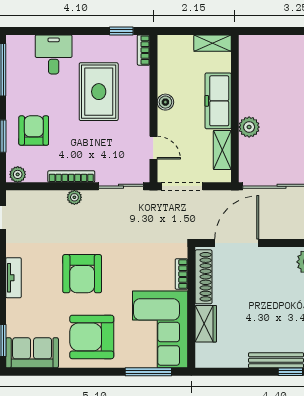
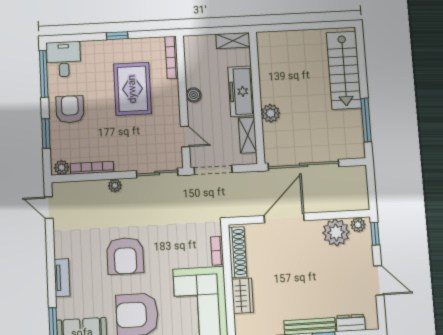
window: (121, 31) -> (117, 36), moved
bookcase: (144, 50) -> (172, 57), width x1.56
desk: (54, 54) -> (64, 59), moved
armchair: (34, 131) -> (70, 109), moved
bookcase: (71, 176) -> (92, 168), moved
door: (237, 243) -> (284, 218), moved
tv unit: (13, 278) -> (62, 278), moved

